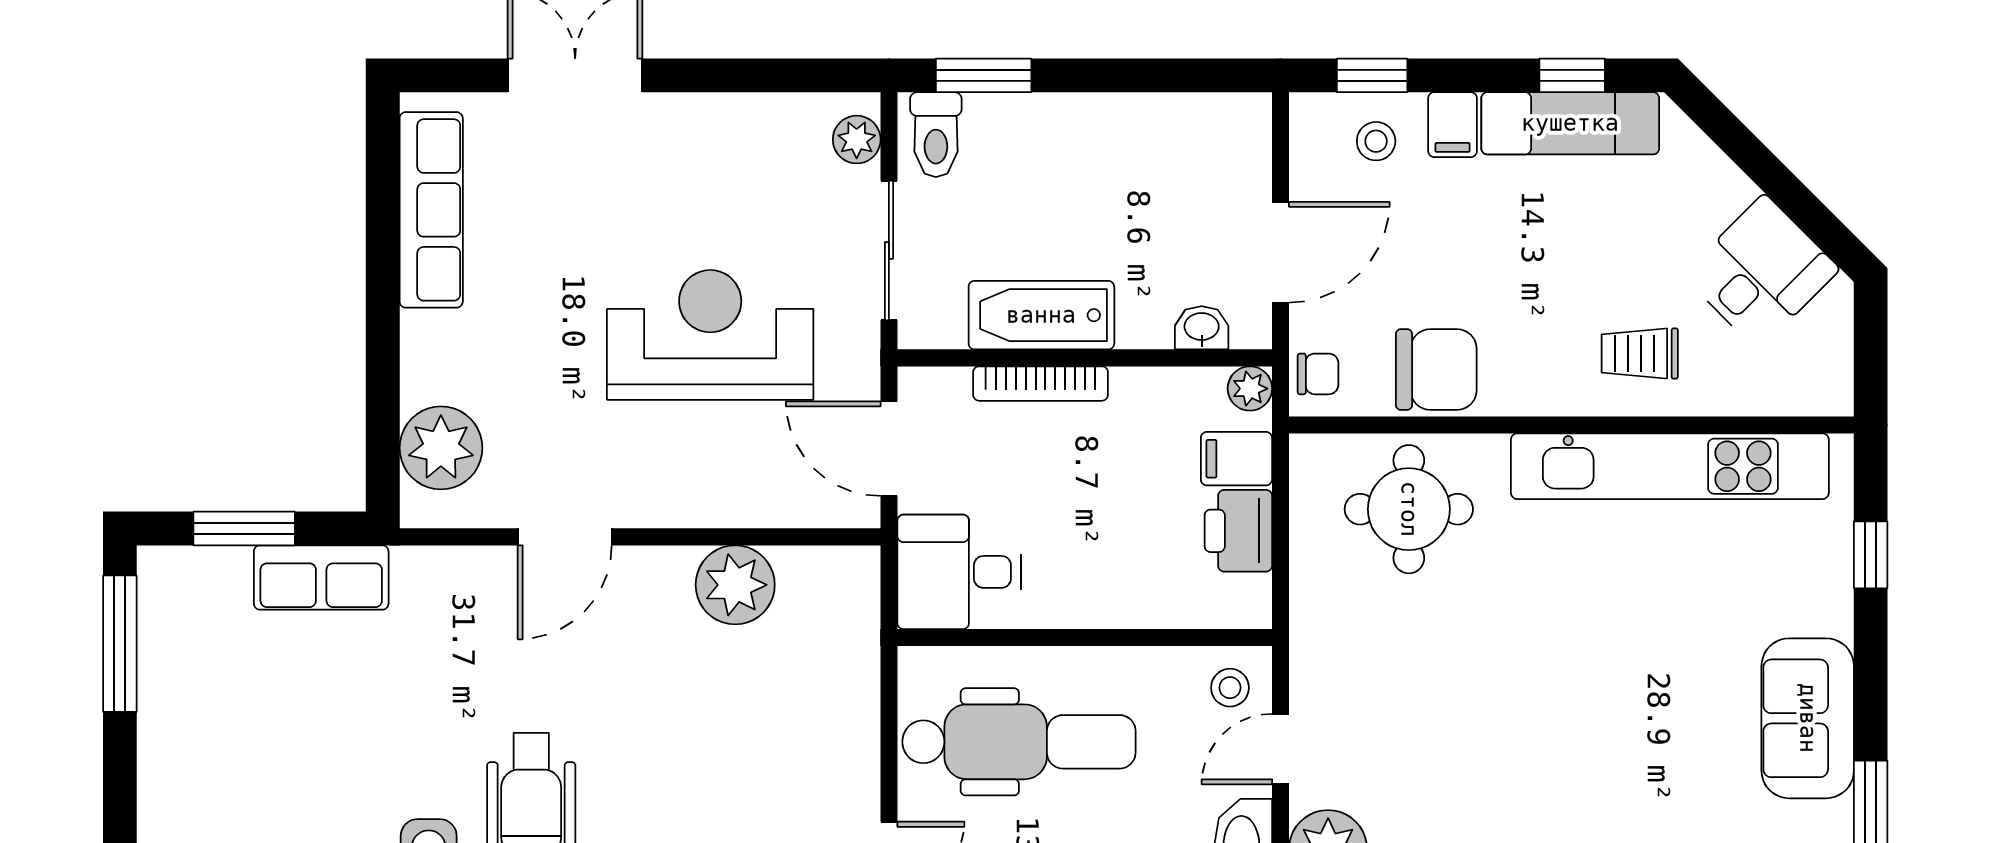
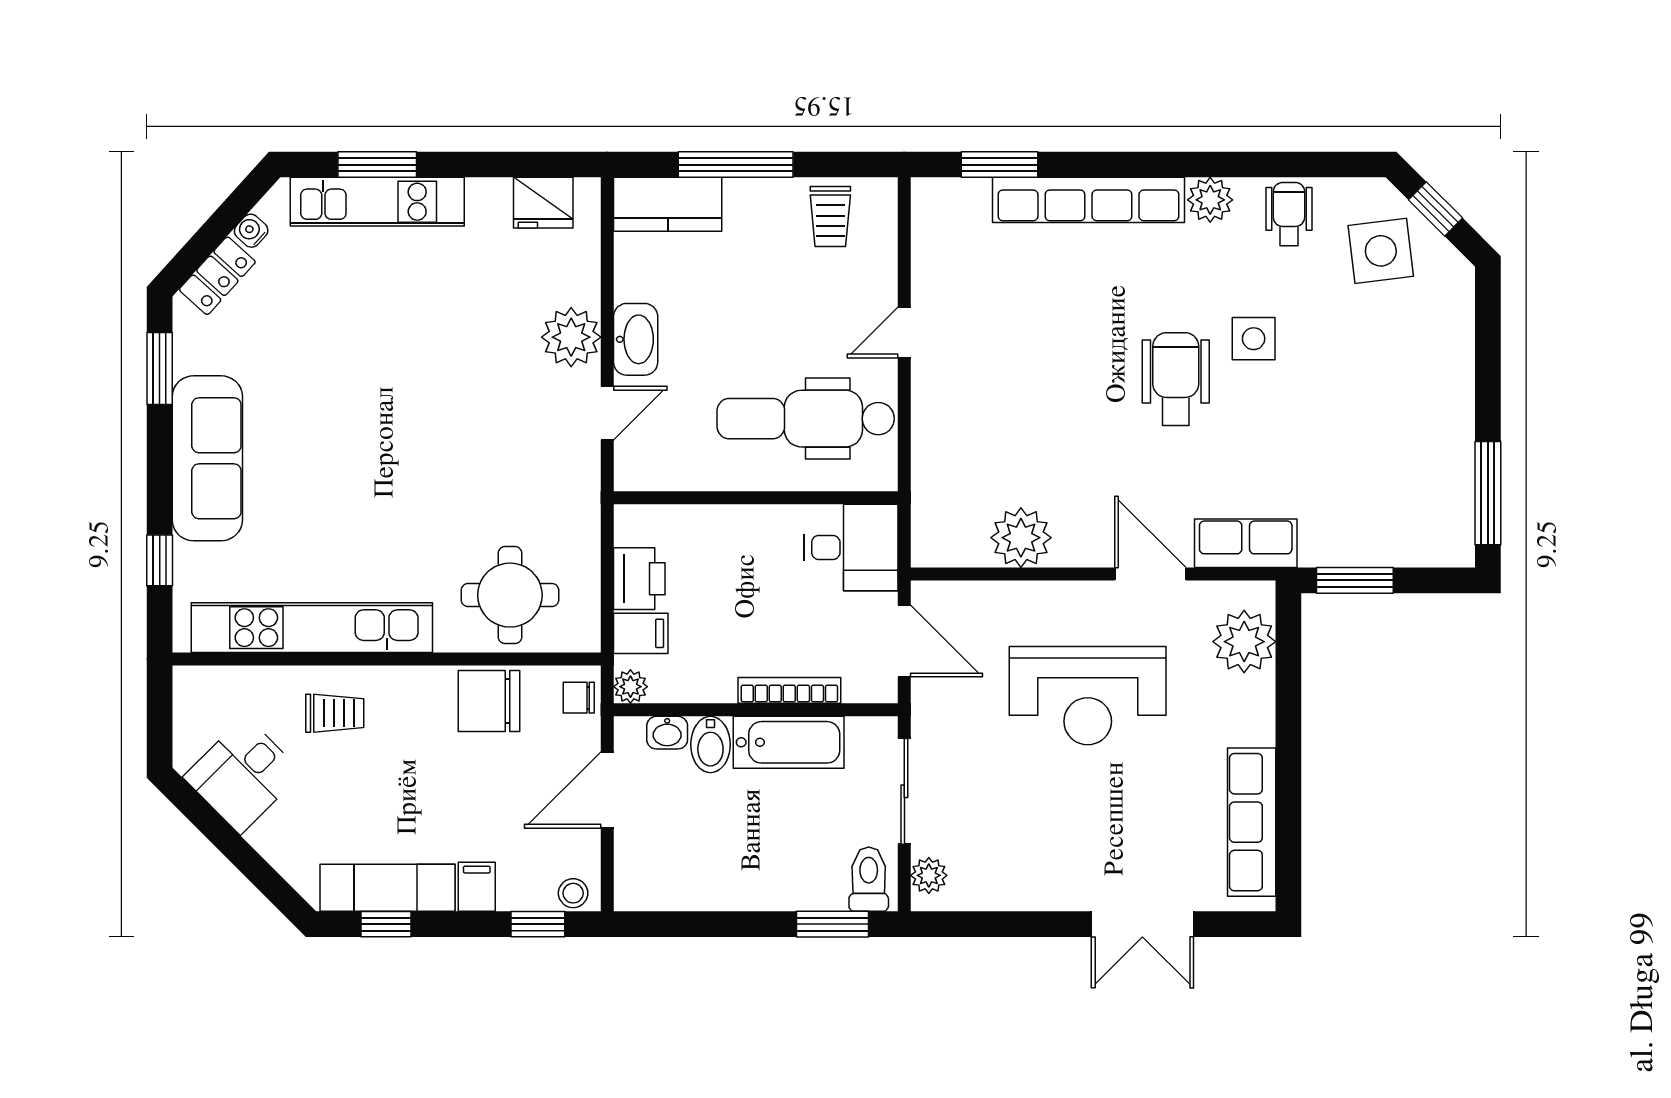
stool: (1376, 141) -> (573, 893), moved
bidet: (1145, 312) -> (710, 745), added
reception desk: (710, 335) -> (1088, 696), moved
window: (244, 528) -> (1355, 580), moved
door: (565, 537) -> (1150, 574), hinge flipped
row of seats: (321, 577) -> (1246, 543), moved
stool: (1230, 688) -> (646, 460), removed
sofa: (1808, 718) -> (207, 458), width x1.36

